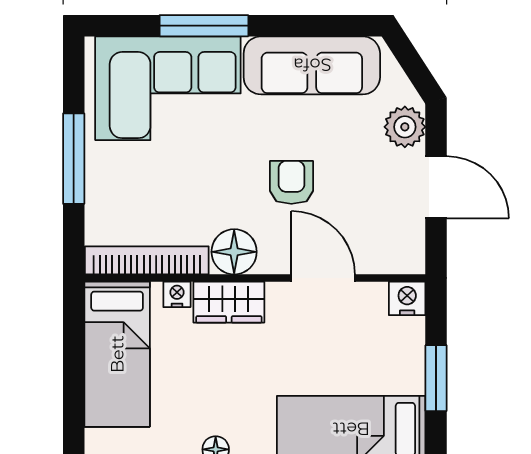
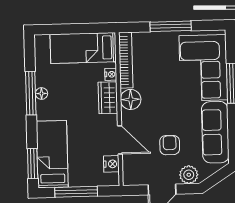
armchair: (291, 182) -> (170, 145), moved, turned -90
door: (323, 278) -> (120, 140), hinge flipped
nightstand: (407, 298) -> (111, 164), moved
window: (436, 378) -> (76, 192), width x1.44

